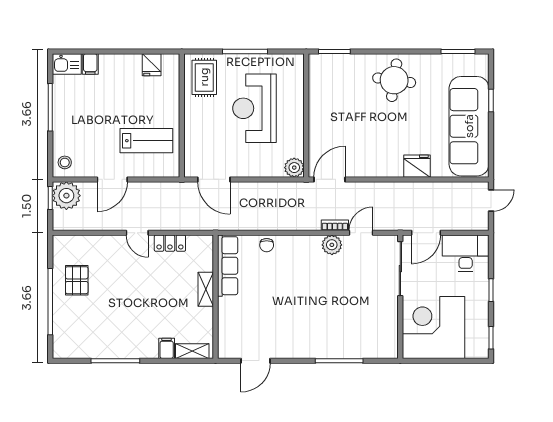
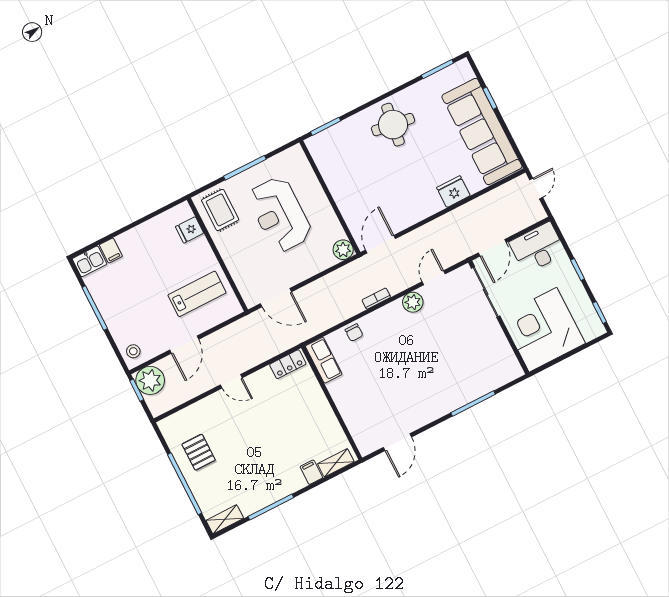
fridge: (152, 65) -> (190, 230), moved, turned 90
bookcase: (335, 225) -> (376, 299), moved
locker: (170, 243) -> (288, 364), moved
row of seats: (228, 266) -> (324, 360), width x0.68
shelving: (206, 289) -> (225, 519), moved, turned 90

